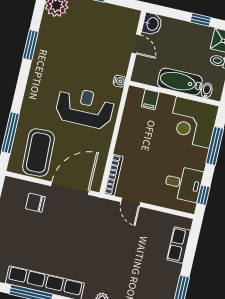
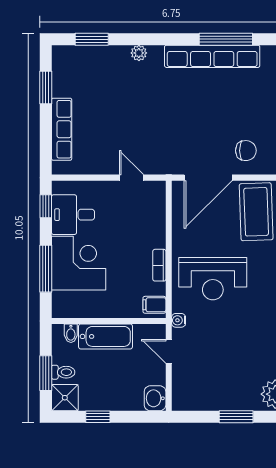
door: (136, 44) -> (169, 351), moved
filing cabinet: (150, 100) -> (154, 305), moved, turned -90
corner desk: (193, 122) -> (79, 263), moved
bookcase: (114, 175) -> (159, 265), moved, width x0.64
row of seats: (179, 245) -> (62, 129), width x1.48

